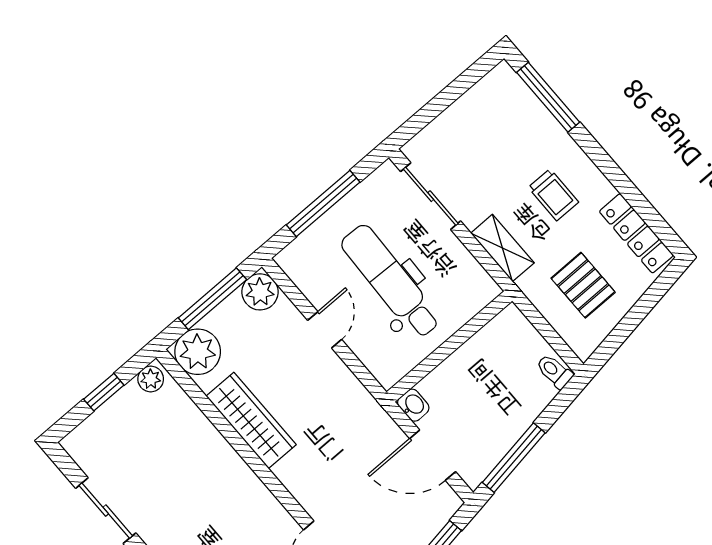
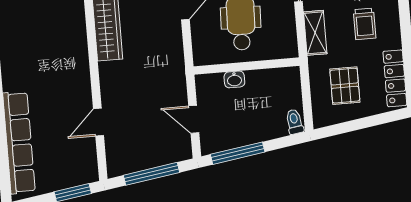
washbasin: (413, 405) -> (234, 79), moved, turned 90
door: (433, 455) -> (194, 119), width x0.73

